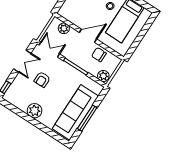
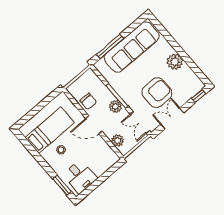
plant: (103, 76) -> (115, 106), moved
armchair: (42, 79) -> (157, 93), width x1.88, depth x1.88
window: (87, 118) -> (110, 46), moved

